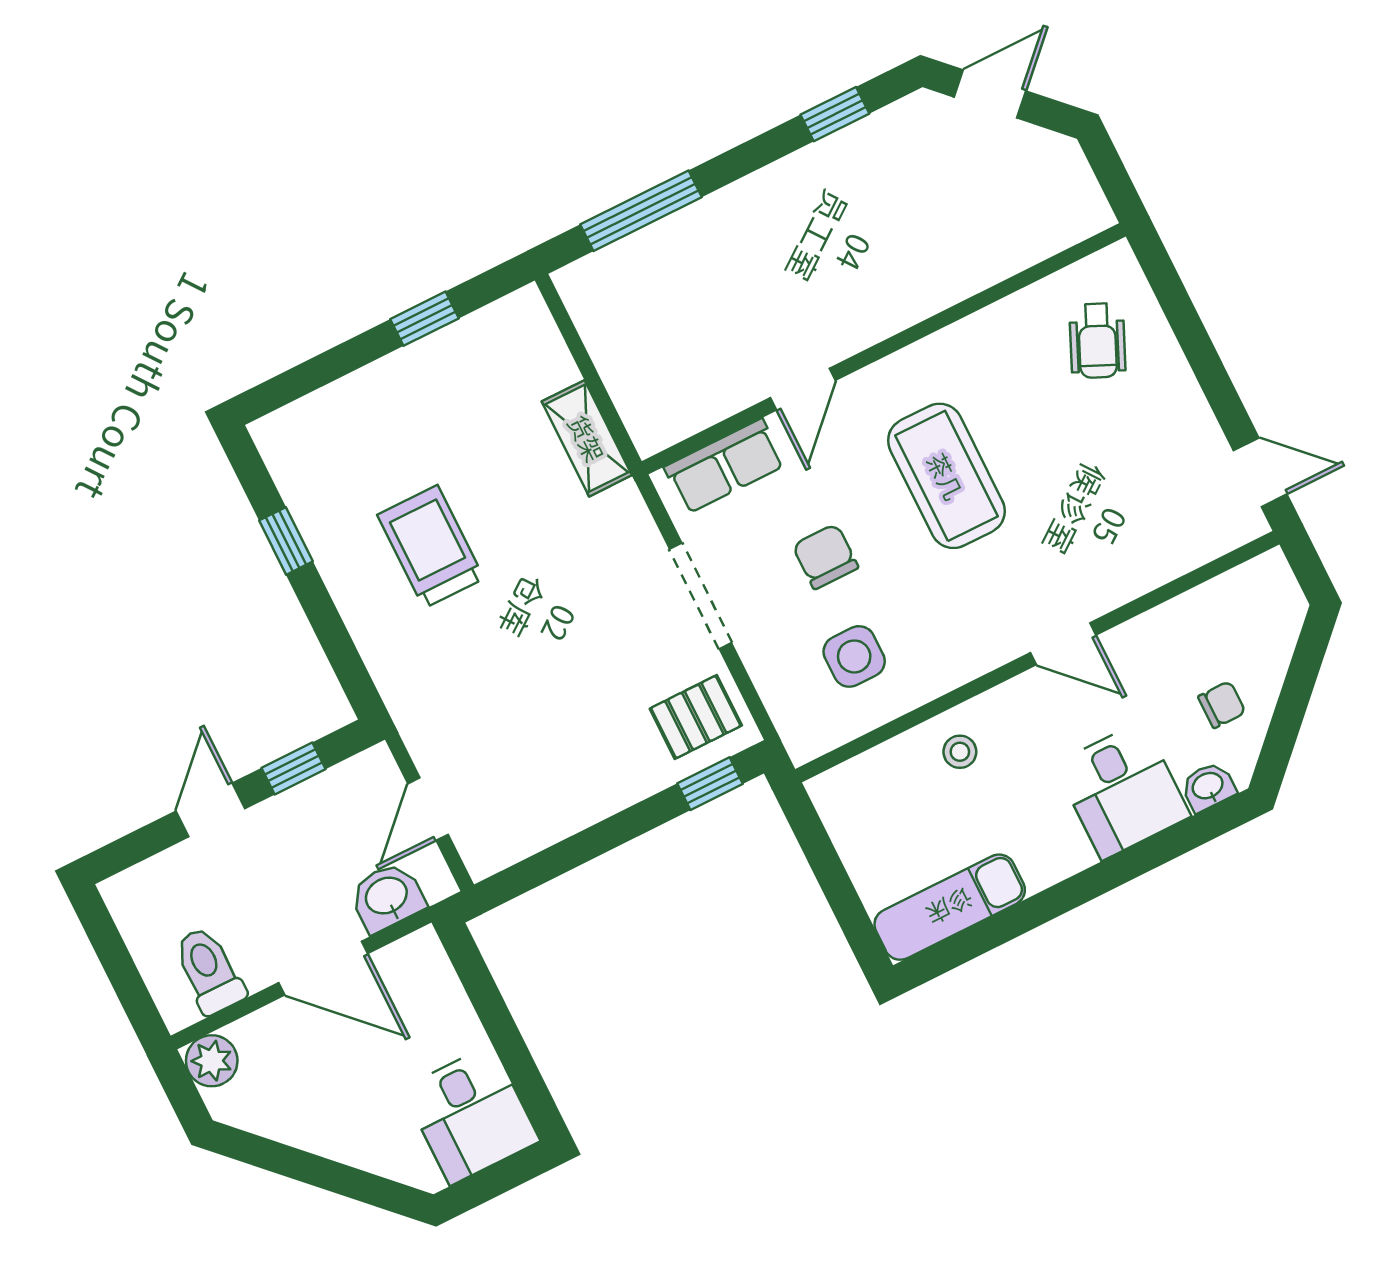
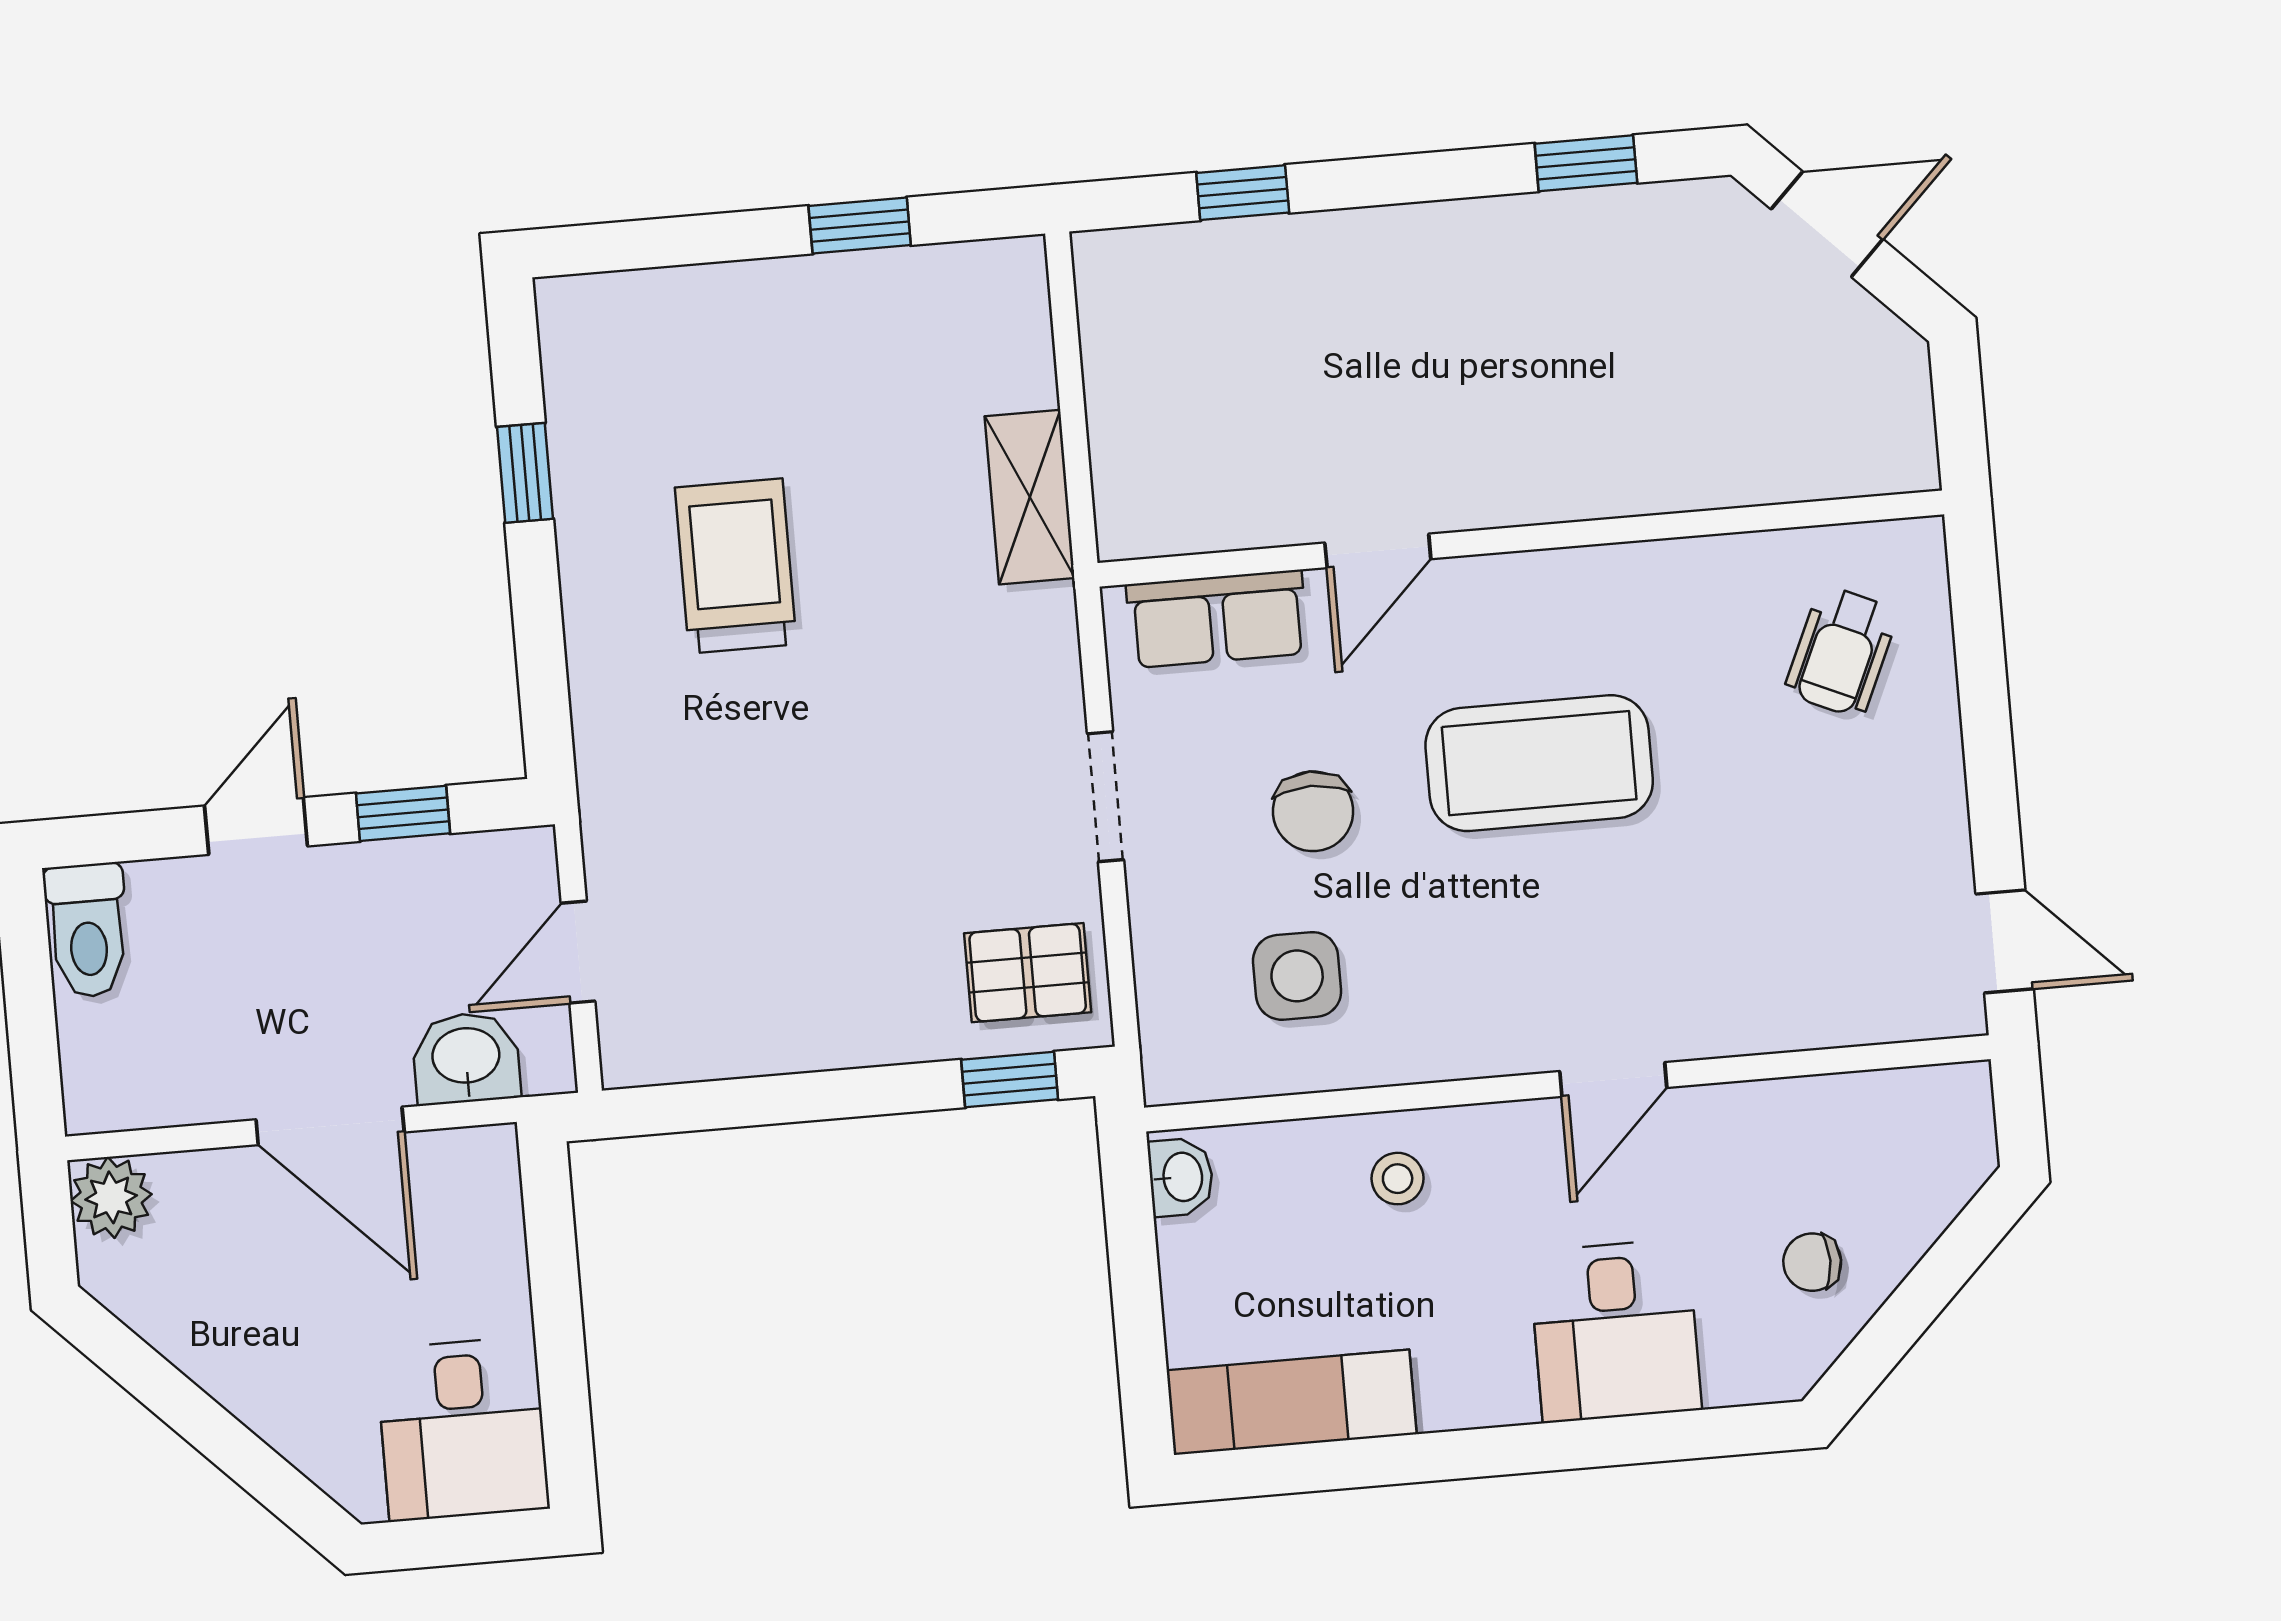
window: (641, 211) -> (1243, 193), width x0.46
coffee table: (946, 476) -> (1539, 763), turned 90
chair: (825, 556) -> (1313, 811), turned 180
doorway: (701, 596) -> (1105, 797), width x0.73
door: (1063, 644) -> (1613, 1079), hinge flipped
chair: (1222, 705) -> (1812, 1262), turned 180
washbasin: (1208, 787) -> (1181, 1177), moved, turned 90
toilet: (209, 970) -> (87, 930), moved, turned 180

